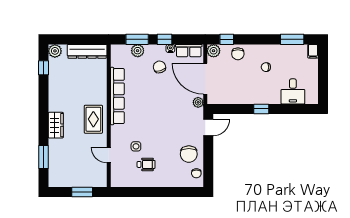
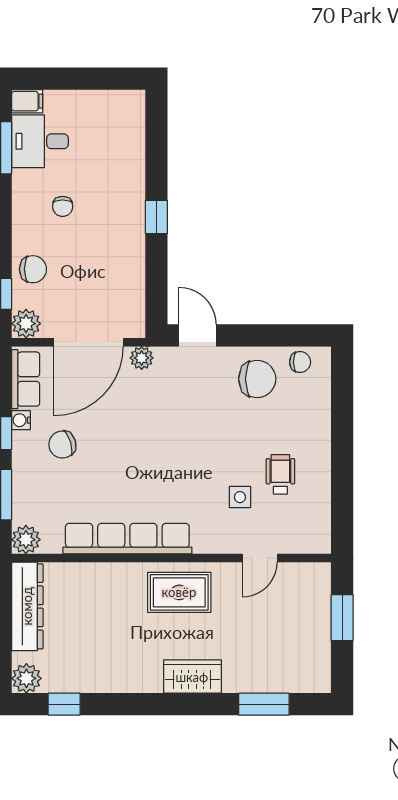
plant: (138, 51) -> (26, 540), moved
desk: (293, 91) -> (40, 141), moved, turned 180

